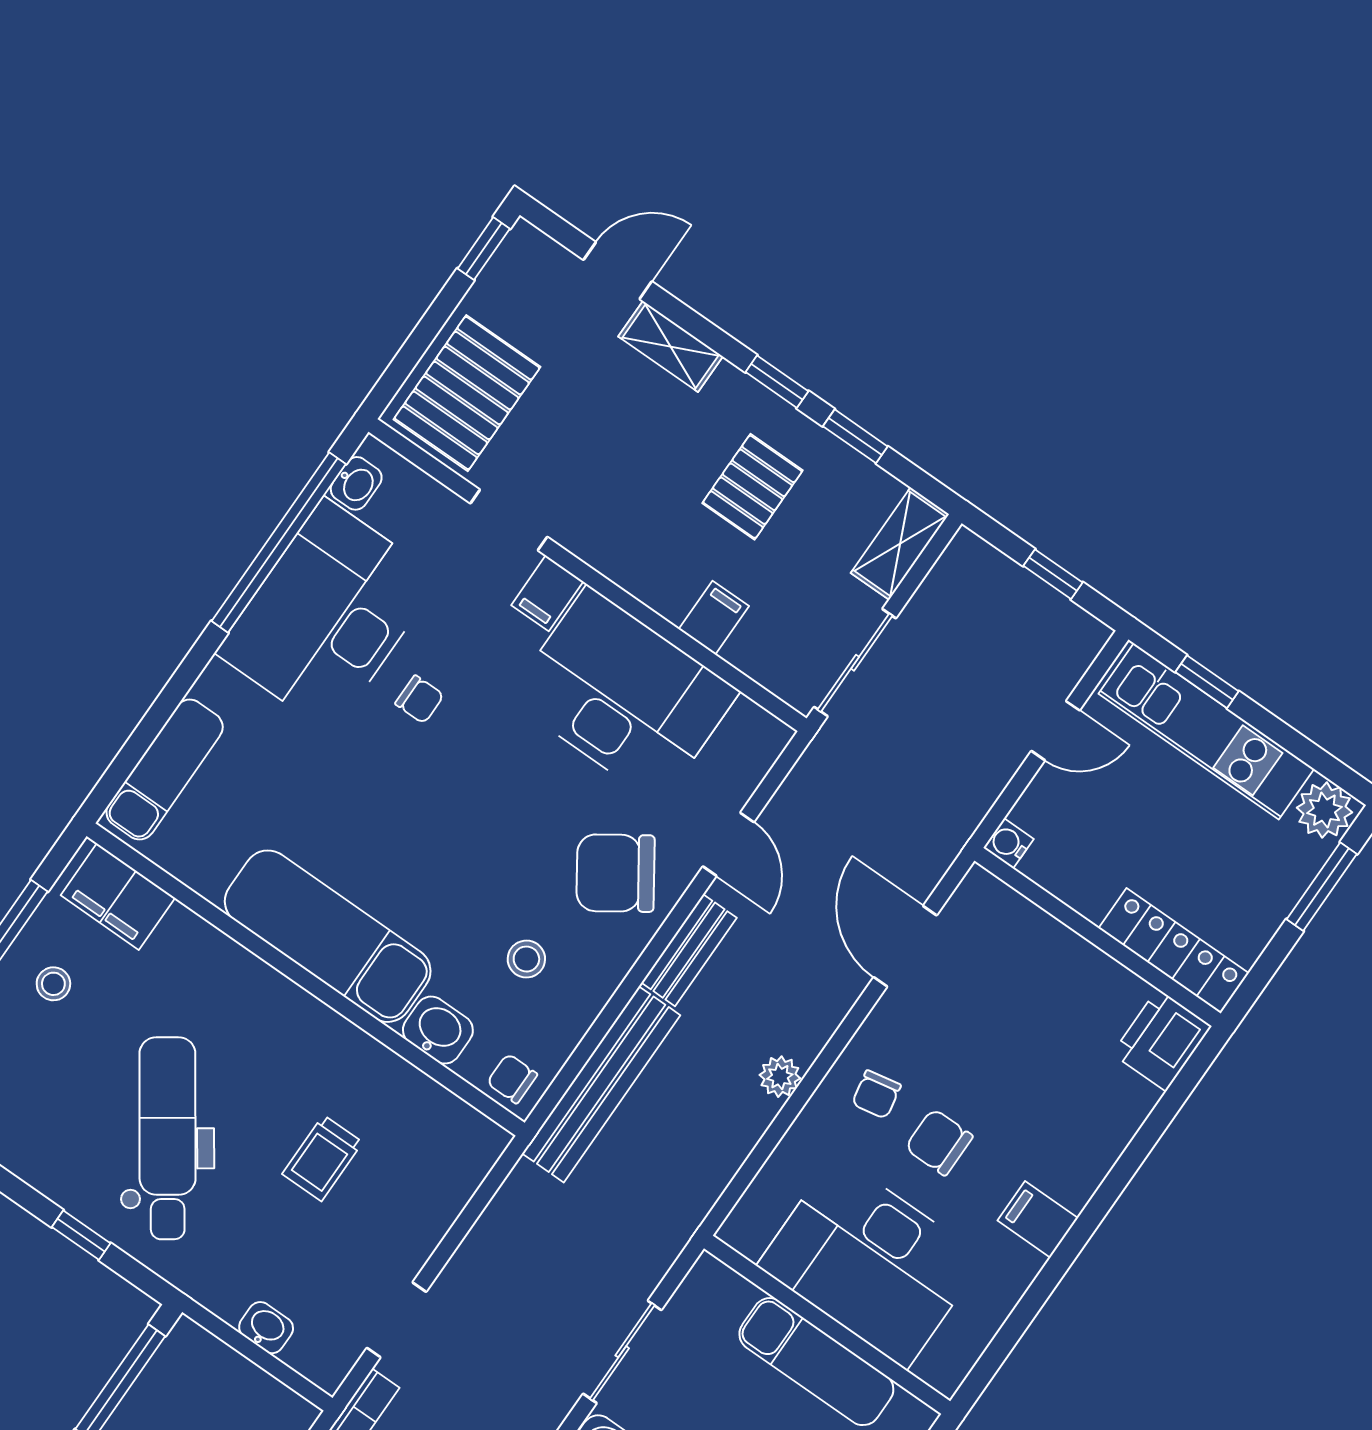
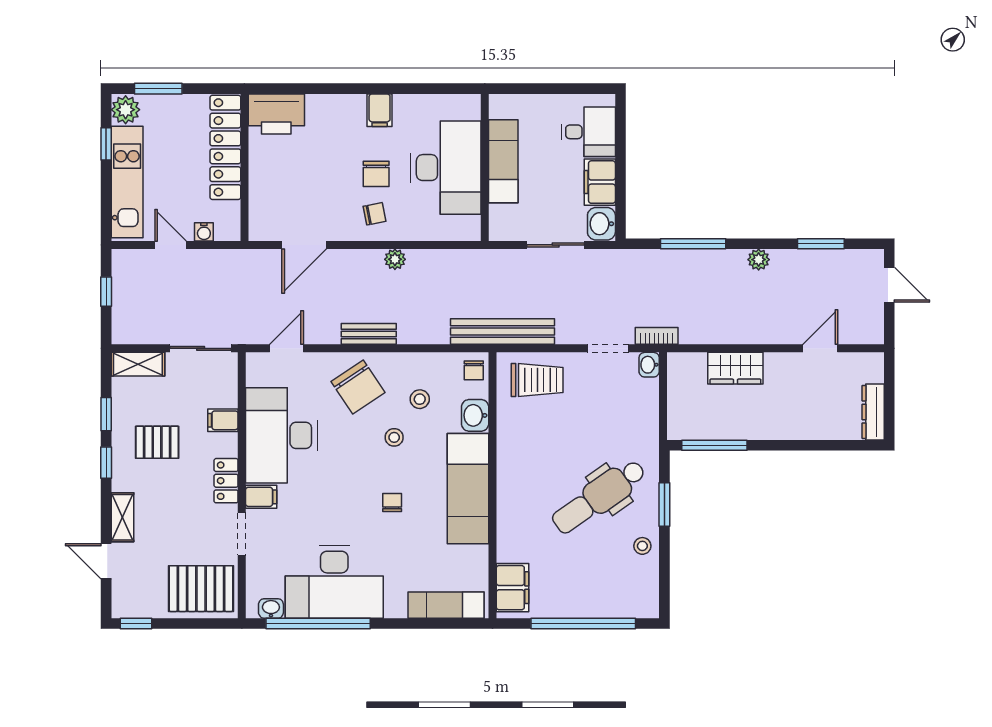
locker: (613, 555) -> (226, 481), added
window: (1207, 682) -> (106, 144), moved
chair: (419, 699) -> (392, 502), moved
water cooler: (1008, 843) -> (204, 232), moved
door: (728, 844) -> (286, 348), moved
stool: (494, 875) -> (394, 437), added
locker: (1174, 951) -> (225, 147), width x1.41, depth x1.21
stool: (53, 984) -> (642, 546), moved
printer: (1162, 1040) -> (276, 114), width x1.37, depth x1.19
bench: (601, 1084) -> (503, 332), moved
trolley: (322, 1158) -> (537, 380), moved, width x1.36, depth x1.39
window: (81, 1235) -> (664, 504), width x1.50
washbasin: (266, 1328) -> (649, 365), moved

